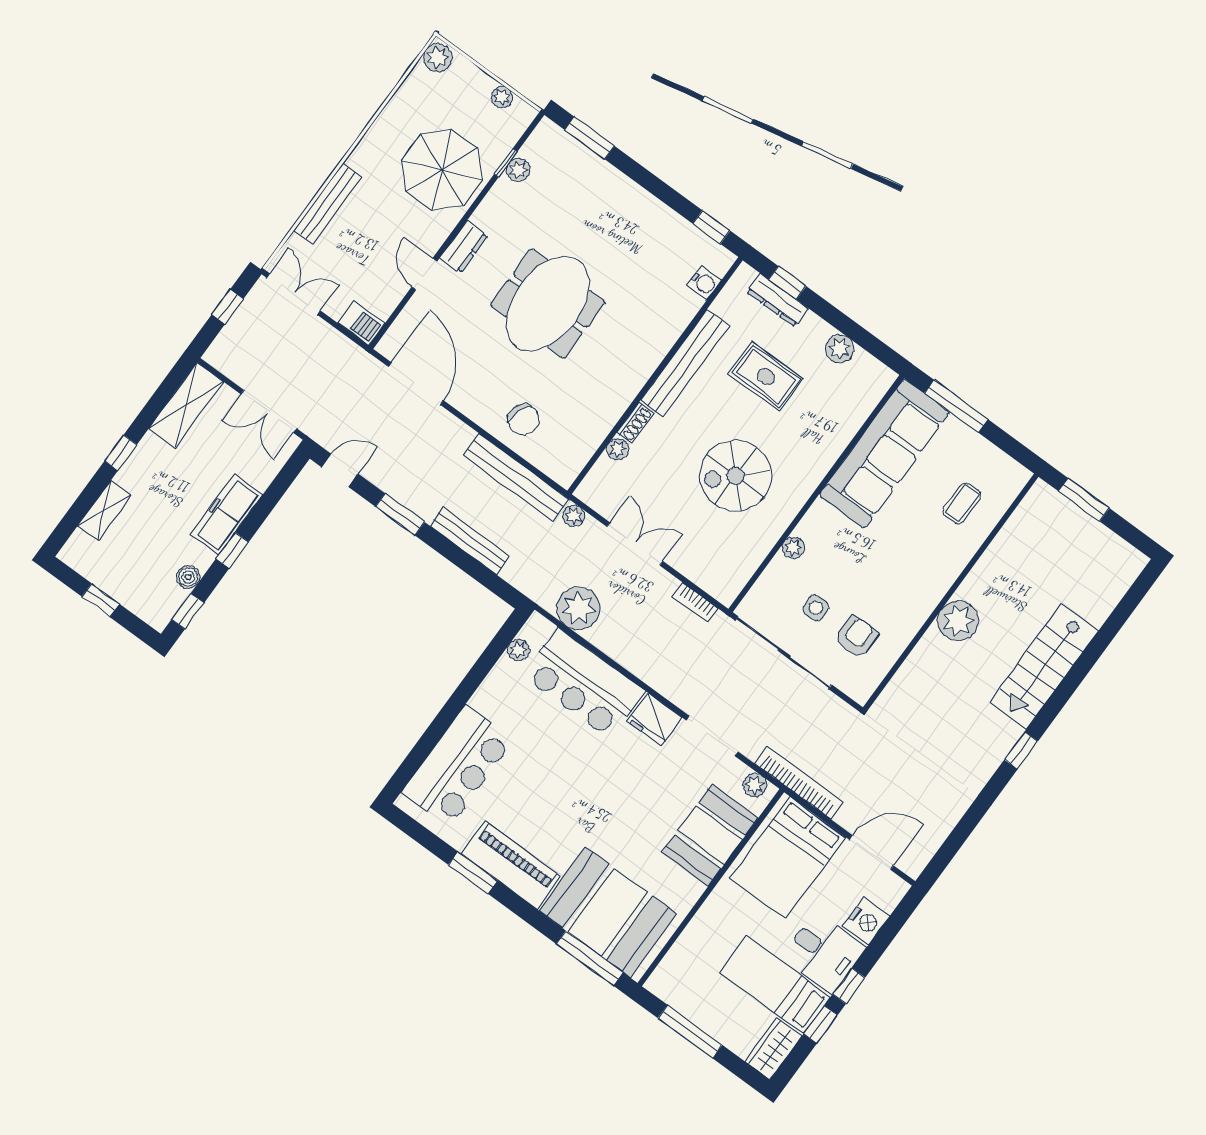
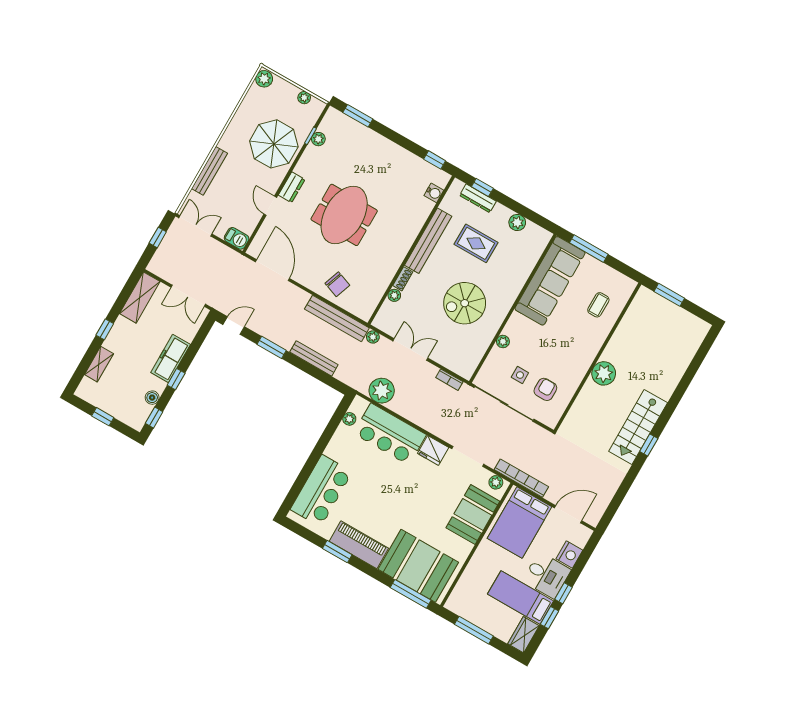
stairs: (1044, 666) -> (638, 427), moved

